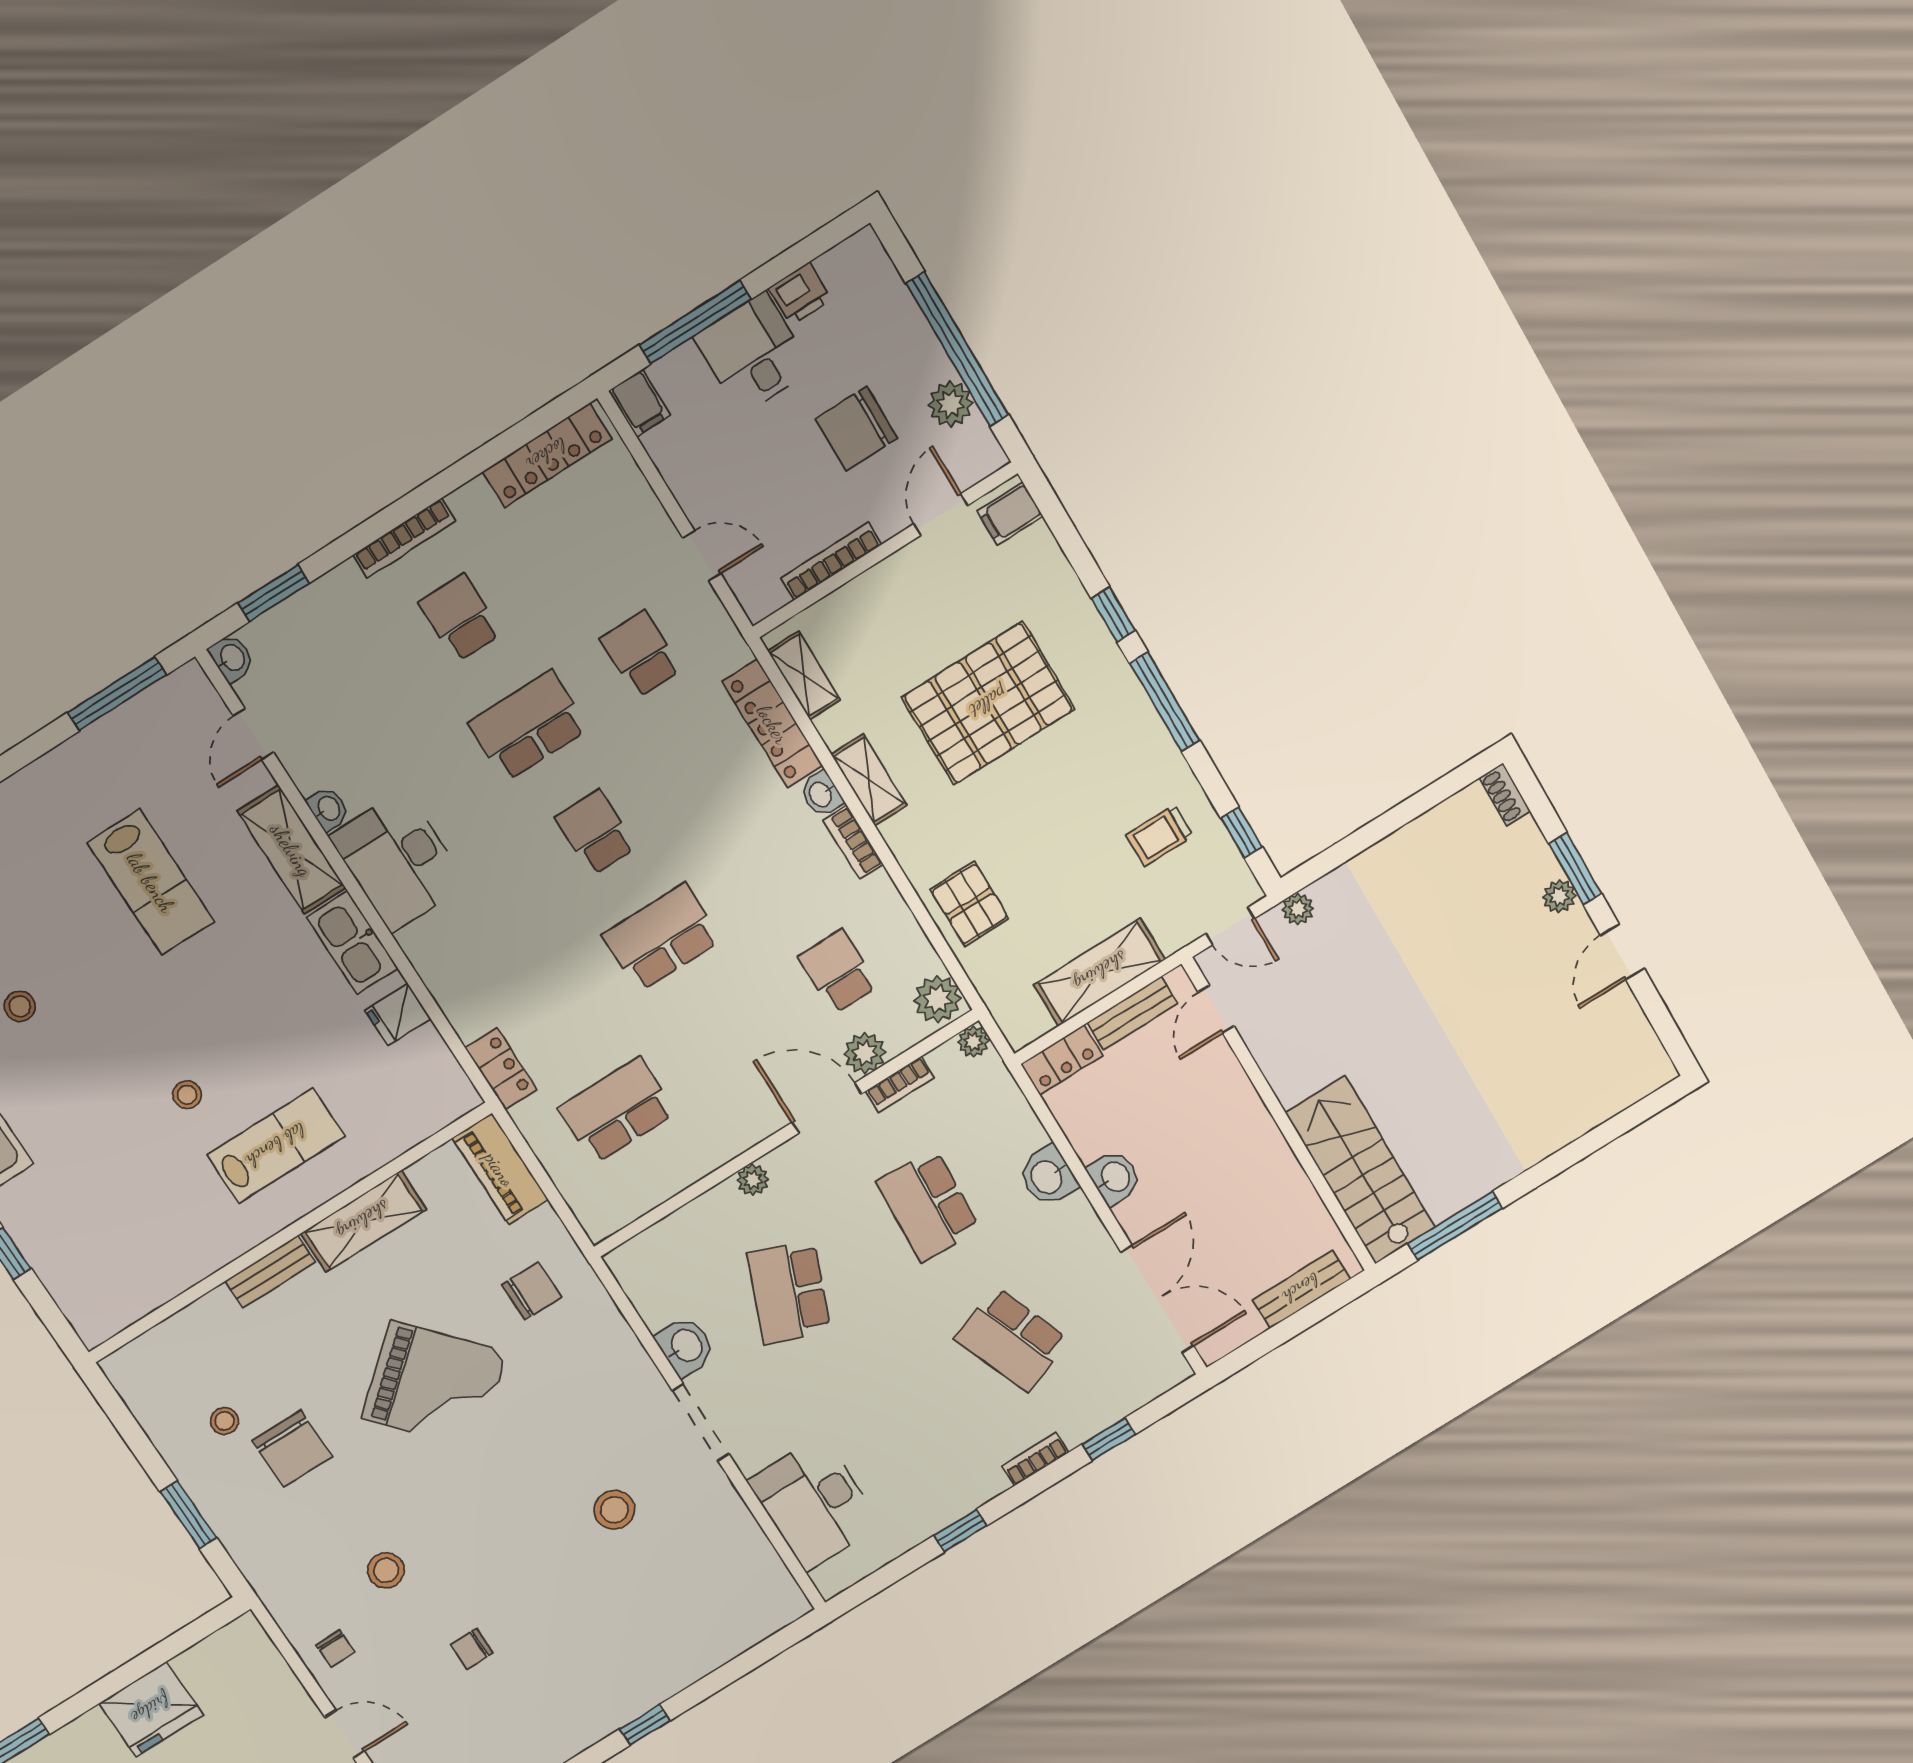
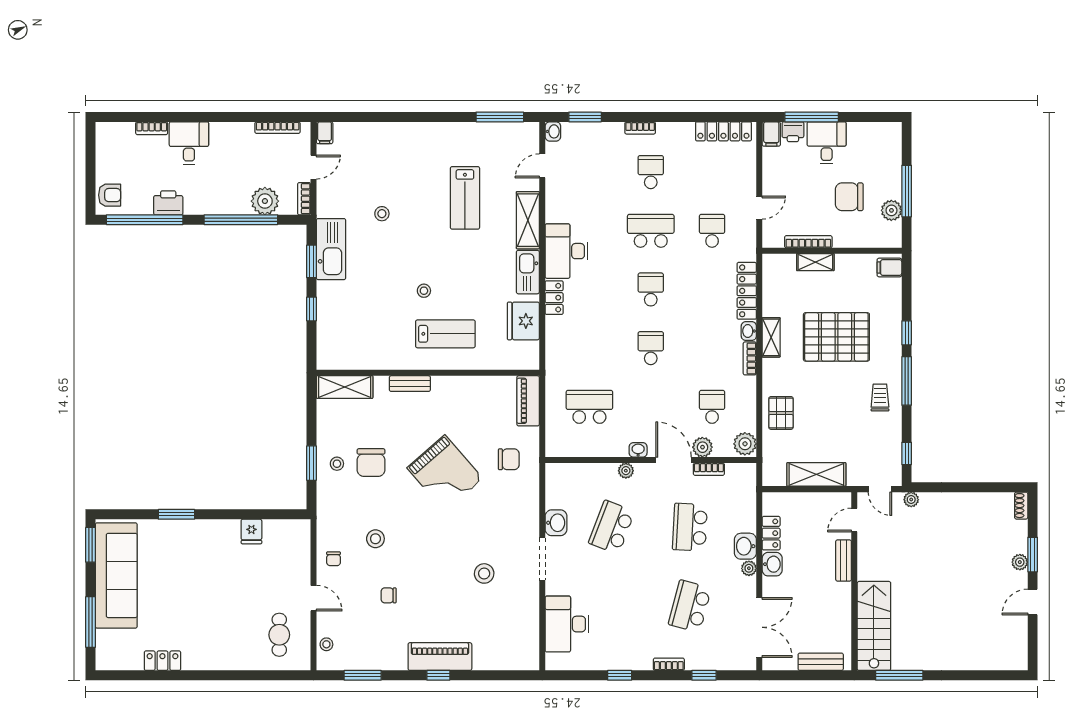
printer: (800, 294) -> (793, 132), moved
window: (957, 349) -> (907, 191), width x0.68
door: (941, 515) -> (862, 251), removed
bookcase: (404, 538) -> (640, 128), width x0.64
door: (702, 556) -> (759, 208), hinge flipped
shelving: (804, 675) -> (815, 262), moved, turned 90
washbasin: (328, 809) -> (638, 450), moved, turned -90
trolley: (1159, 836) -> (880, 398), moved, turned 90
school desk: (662, 937) -> (651, 348), width x0.54
bench: (1132, 1013) -> (844, 560), moved, turned 90
fridge: (398, 1014) -> (523, 321), width x1.88, depth x1.34
plant: (973, 1041) -> (749, 568), moved
locker: (1062, 1060) -> (771, 533), moved, turned -90
locker: (501, 1069) -> (554, 298), moved
shelving: (363, 1221) -> (345, 387), moved
school desk: (1012, 1339) -> (690, 606), turned 36
stool: (224, 1421) -> (337, 464), moved
piano: (627, 1693) -> (440, 657), added
fridge: (151, 1709) -> (251, 531), width x0.53, depth x0.75

